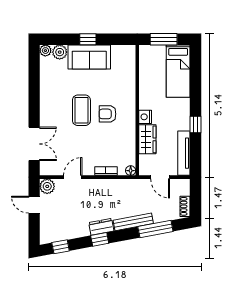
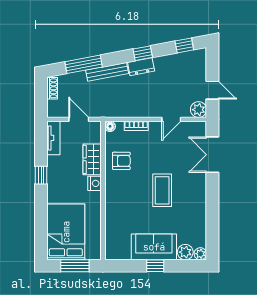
bed: (178, 71) -> (66, 232), width x1.50
armchair: (108, 114) -> (121, 161), moved
tv unit: (184, 153) -> (53, 138), width x0.71

